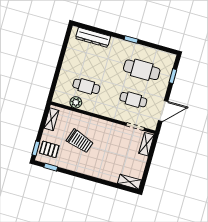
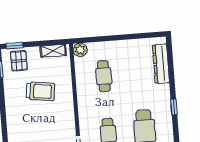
plant: (76, 102) -> (80, 50), moved
trolley: (80, 141) -> (40, 91), turned -100

